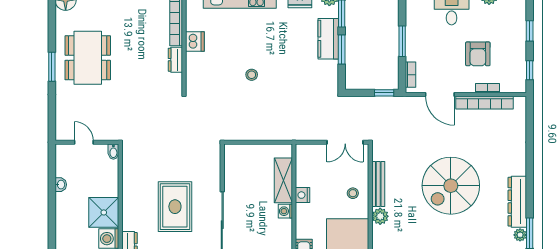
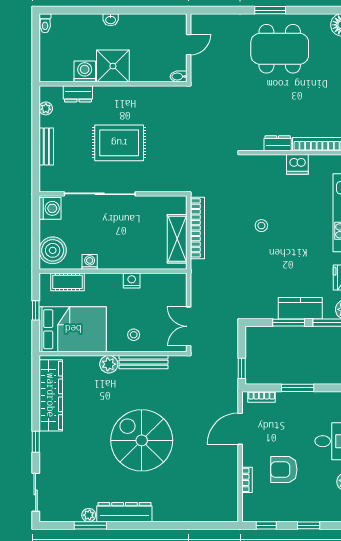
bookcase: (484, 103) -> (197, 228), moved, turned 180
shelving: (283, 180) -> (177, 239), moved, turned 90
washbasin: (61, 185) -> (111, 20), moved
washing machine: (285, 211) -> (90, 262), moved

